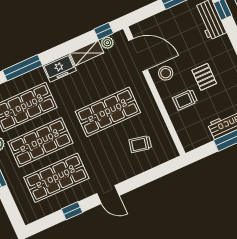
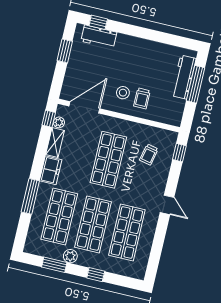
stool: (166, 73) -> (123, 93), moved
pallet: (204, 77) -> (136, 72), removed
door: (108, 195) -> (167, 205), hinge flipped
window: (72, 211) -> (179, 153), moved

